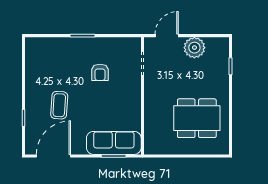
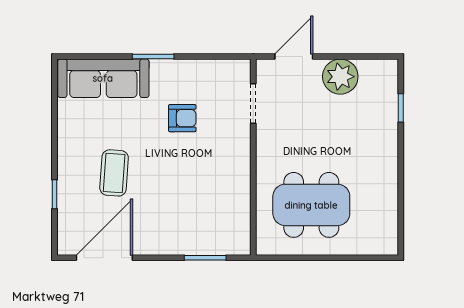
armchair: (100, 72) -> (182, 118), turned -90
dining table: (197, 118) -> (311, 205), moved
sofa: (114, 143) -> (103, 78), moved, turned 180

